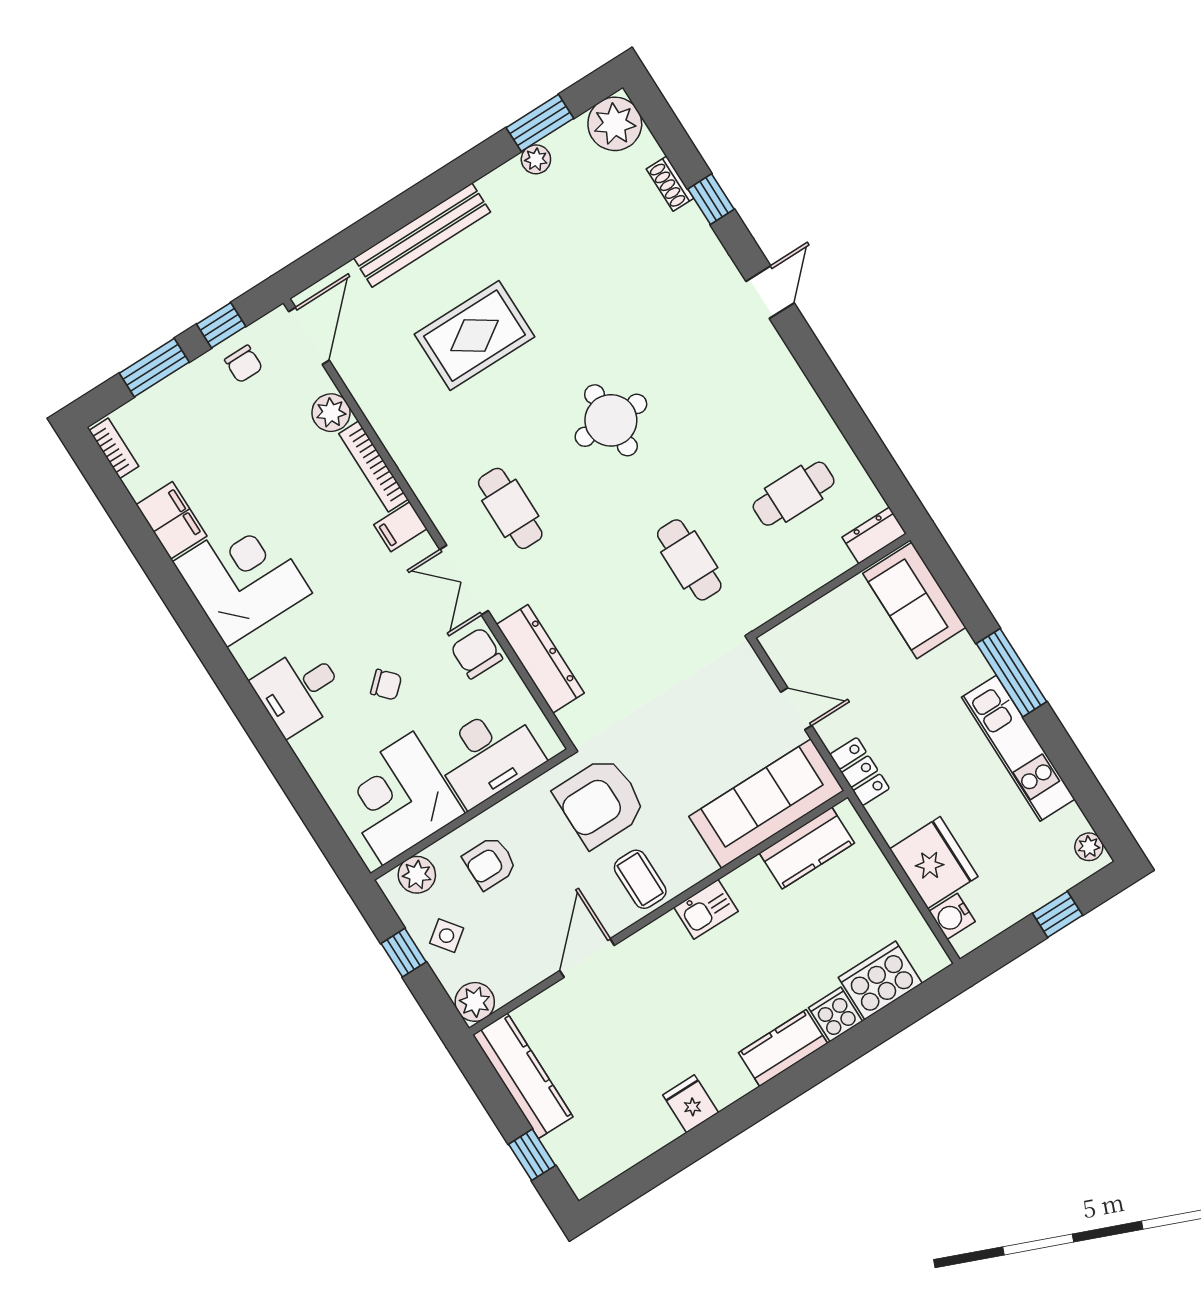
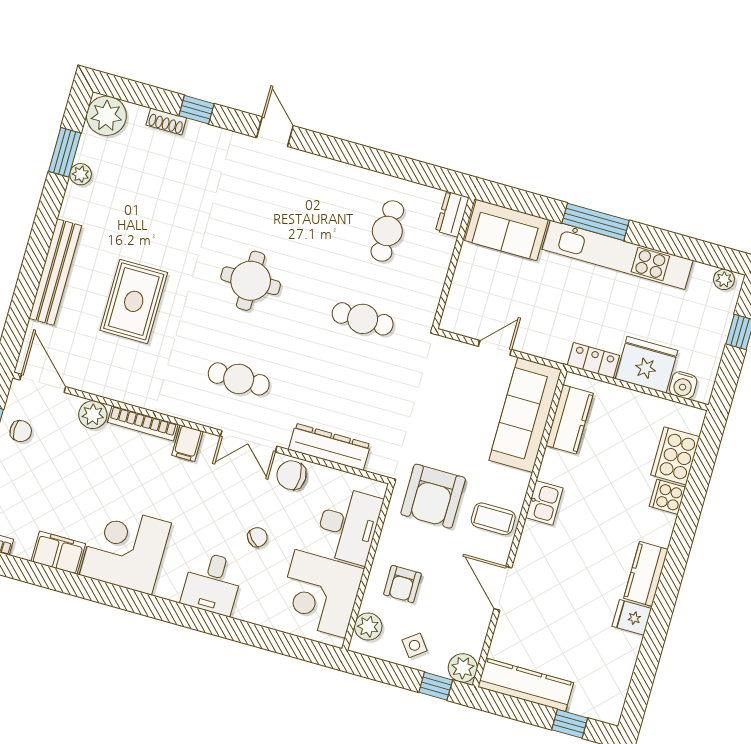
kitchen unit: (1018, 748) -> (617, 255), width x1.36
locker: (860, 772) -> (593, 360), moved
window: (404, 953) -> (436, 686), moved
kitchen counter: (783, 1048) -> (646, 574), moved

